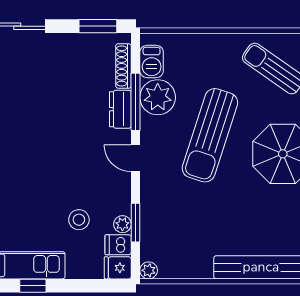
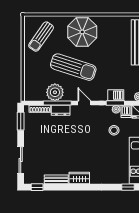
barbecue: (152, 61) -> (116, 95), moved
door: (136, 158) -> (84, 103), swing flipped

